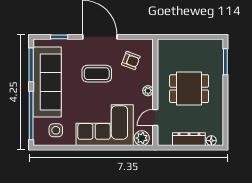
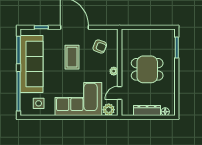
coffee table: (97, 74) -> (72, 57), turned 90

